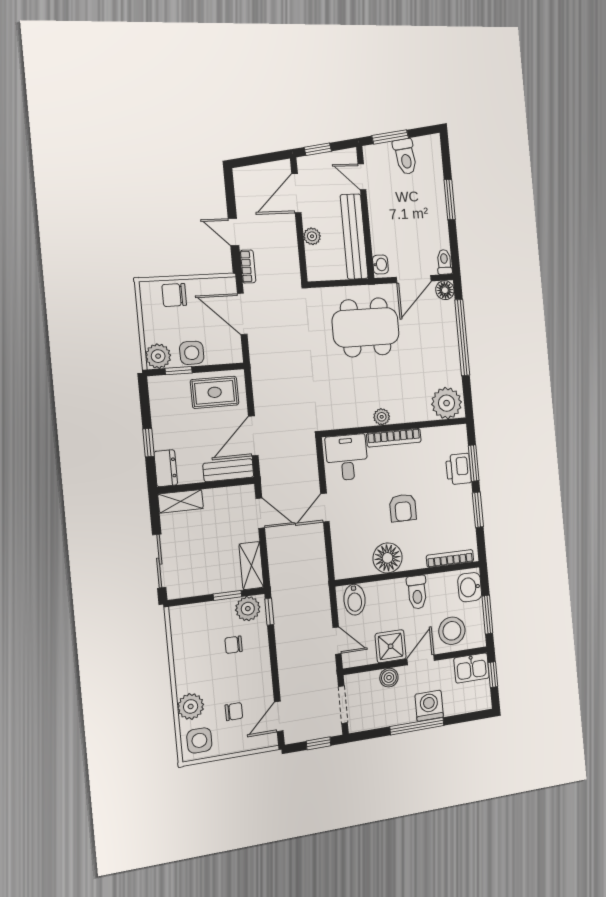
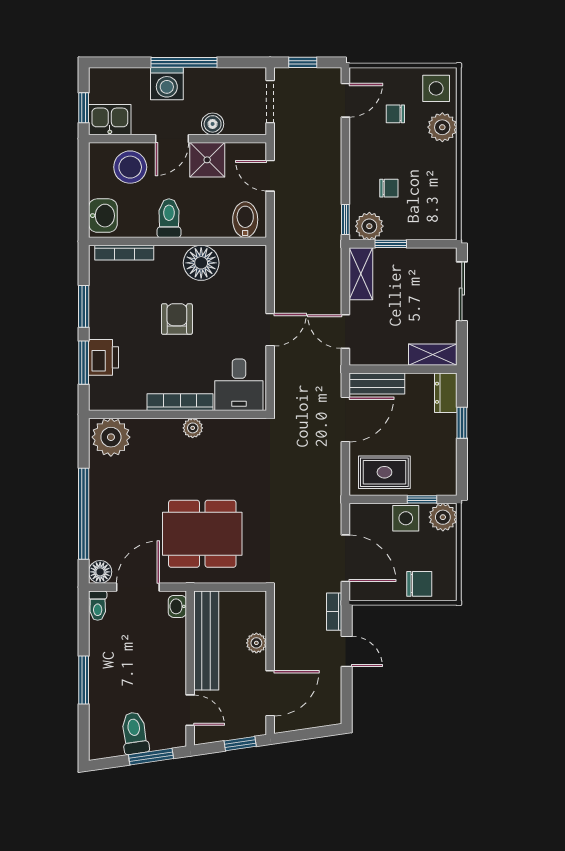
window: (487, 615) -> (84, 180), removed

